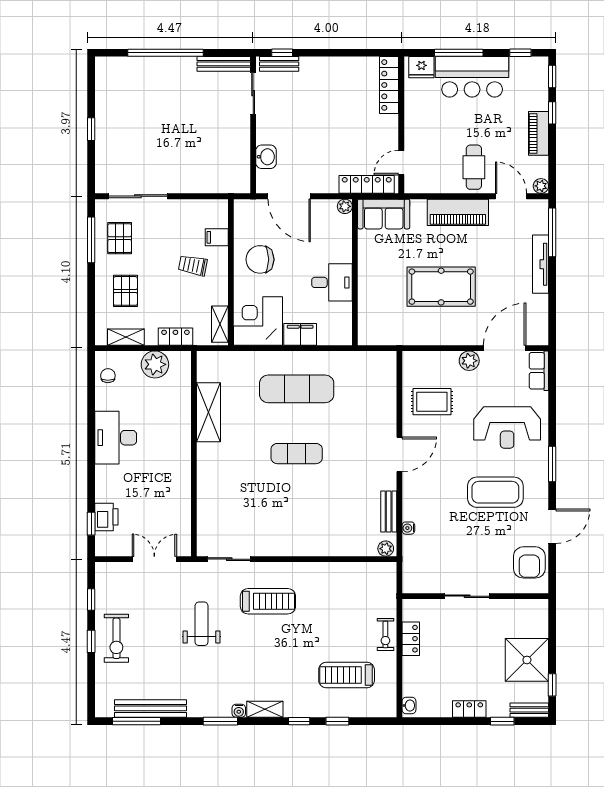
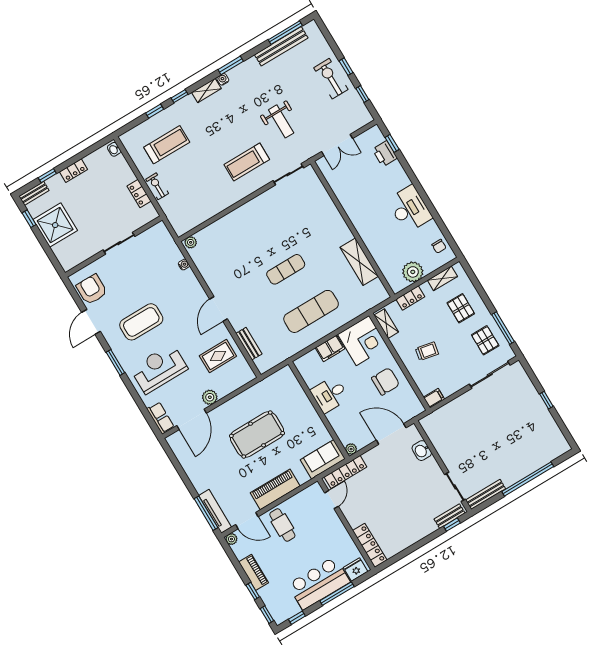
filing cabinet: (217, 237) -> (434, 398), moved
tv unit: (541, 264) -> (215, 511), moved
bench: (389, 512) -> (249, 344), moved

